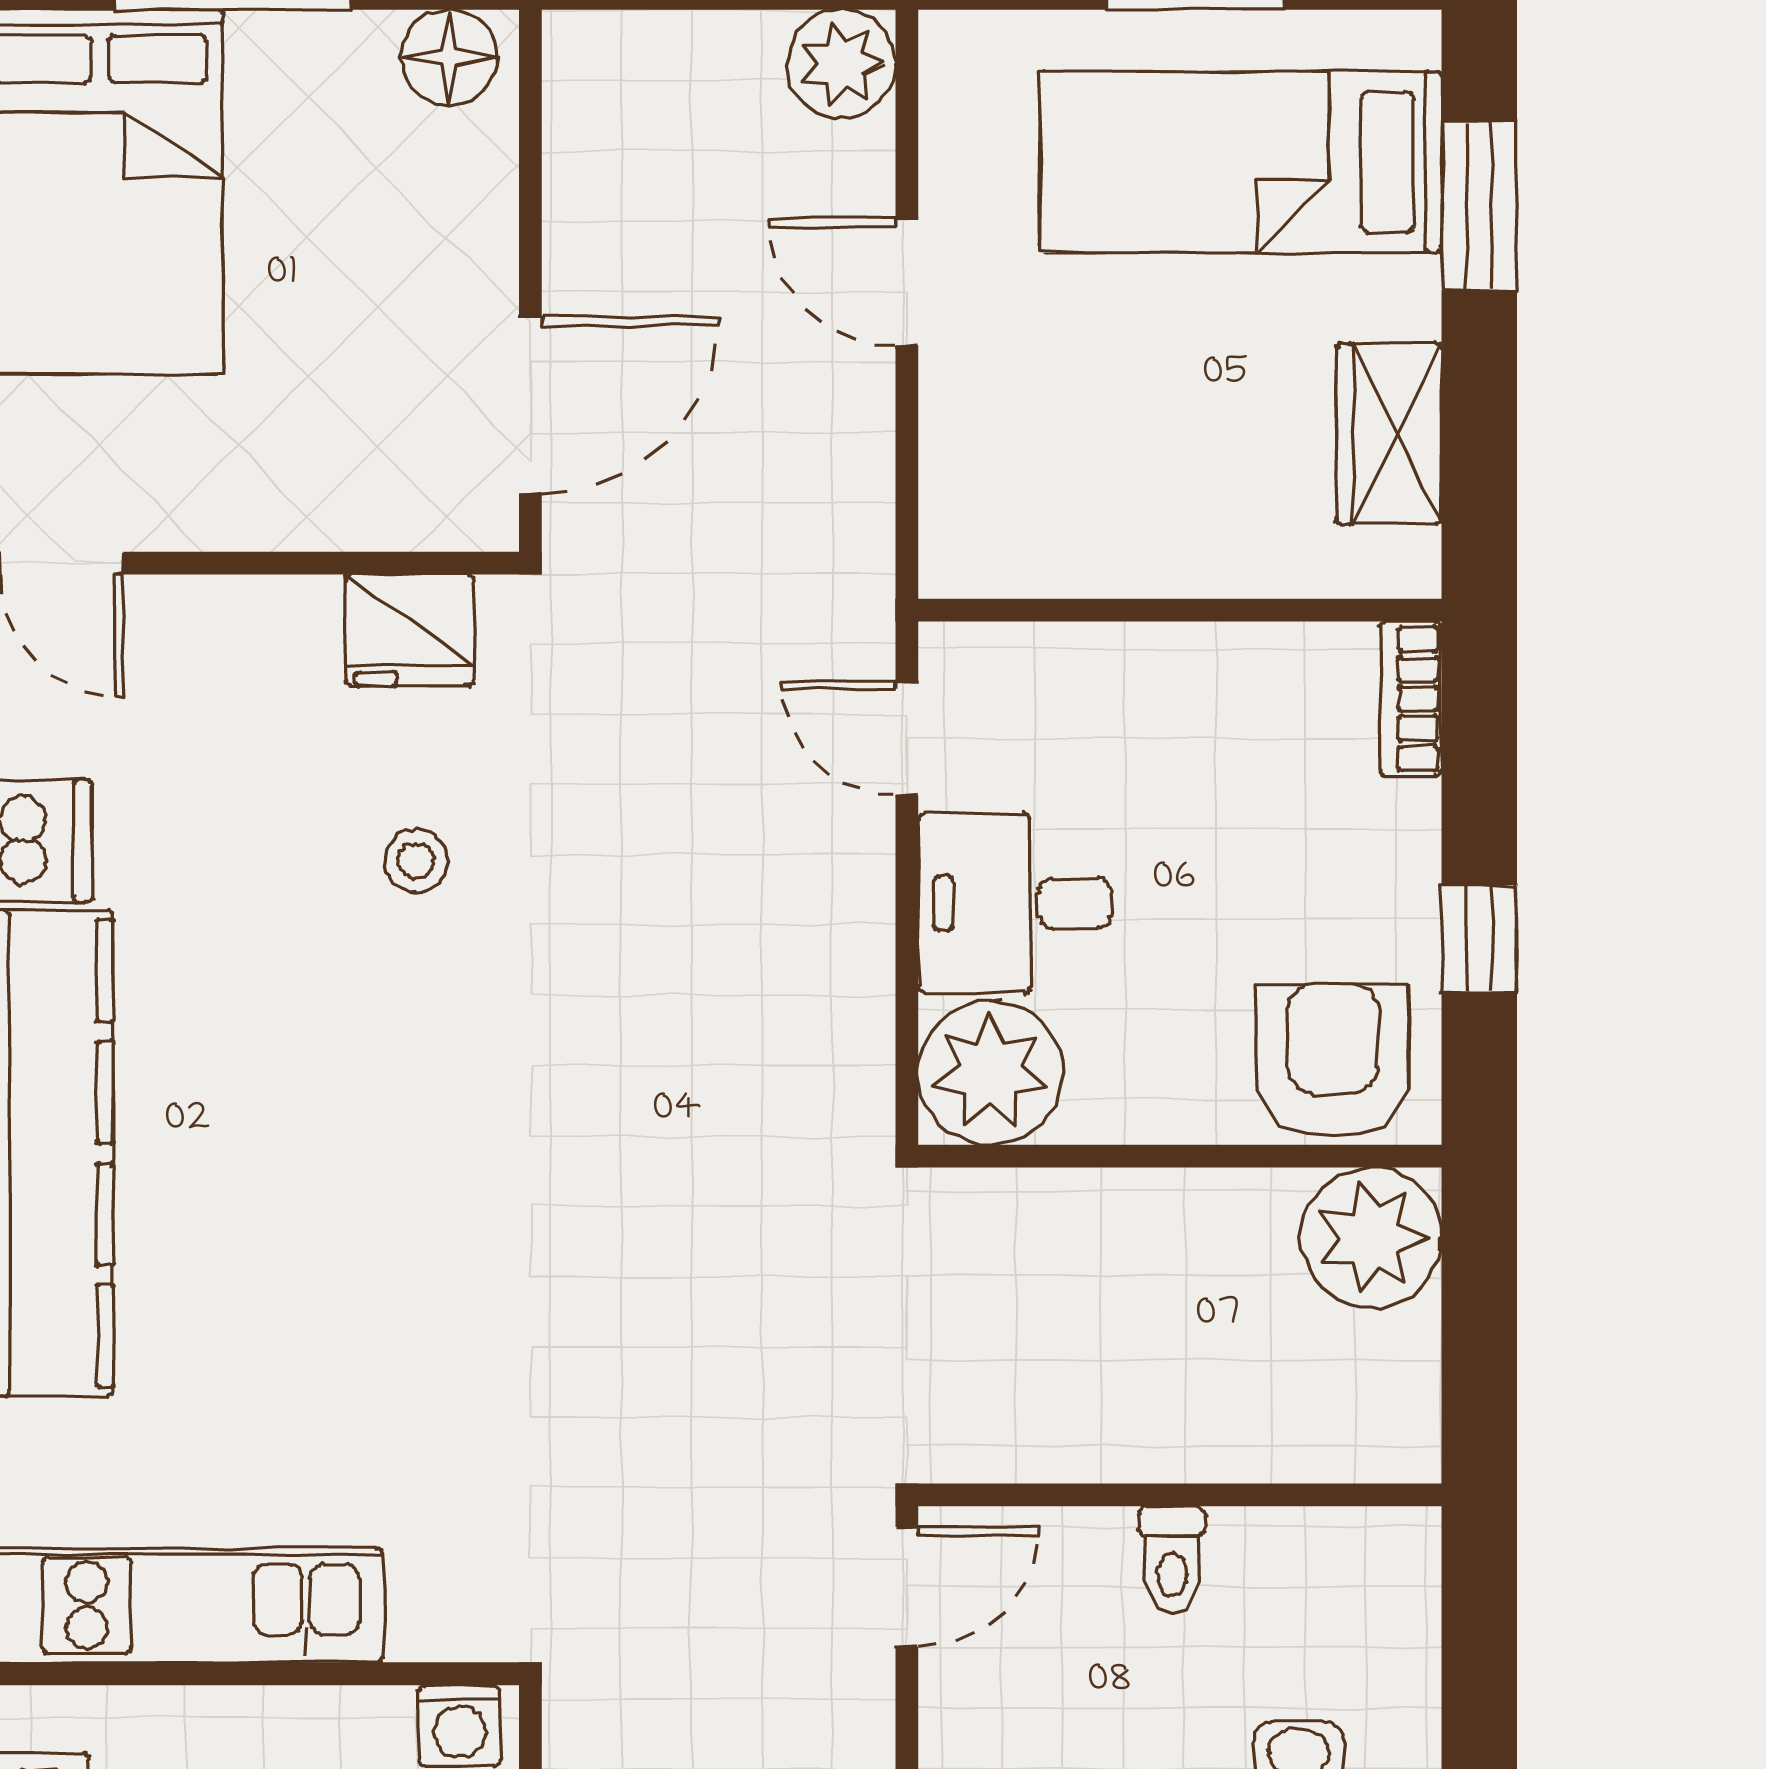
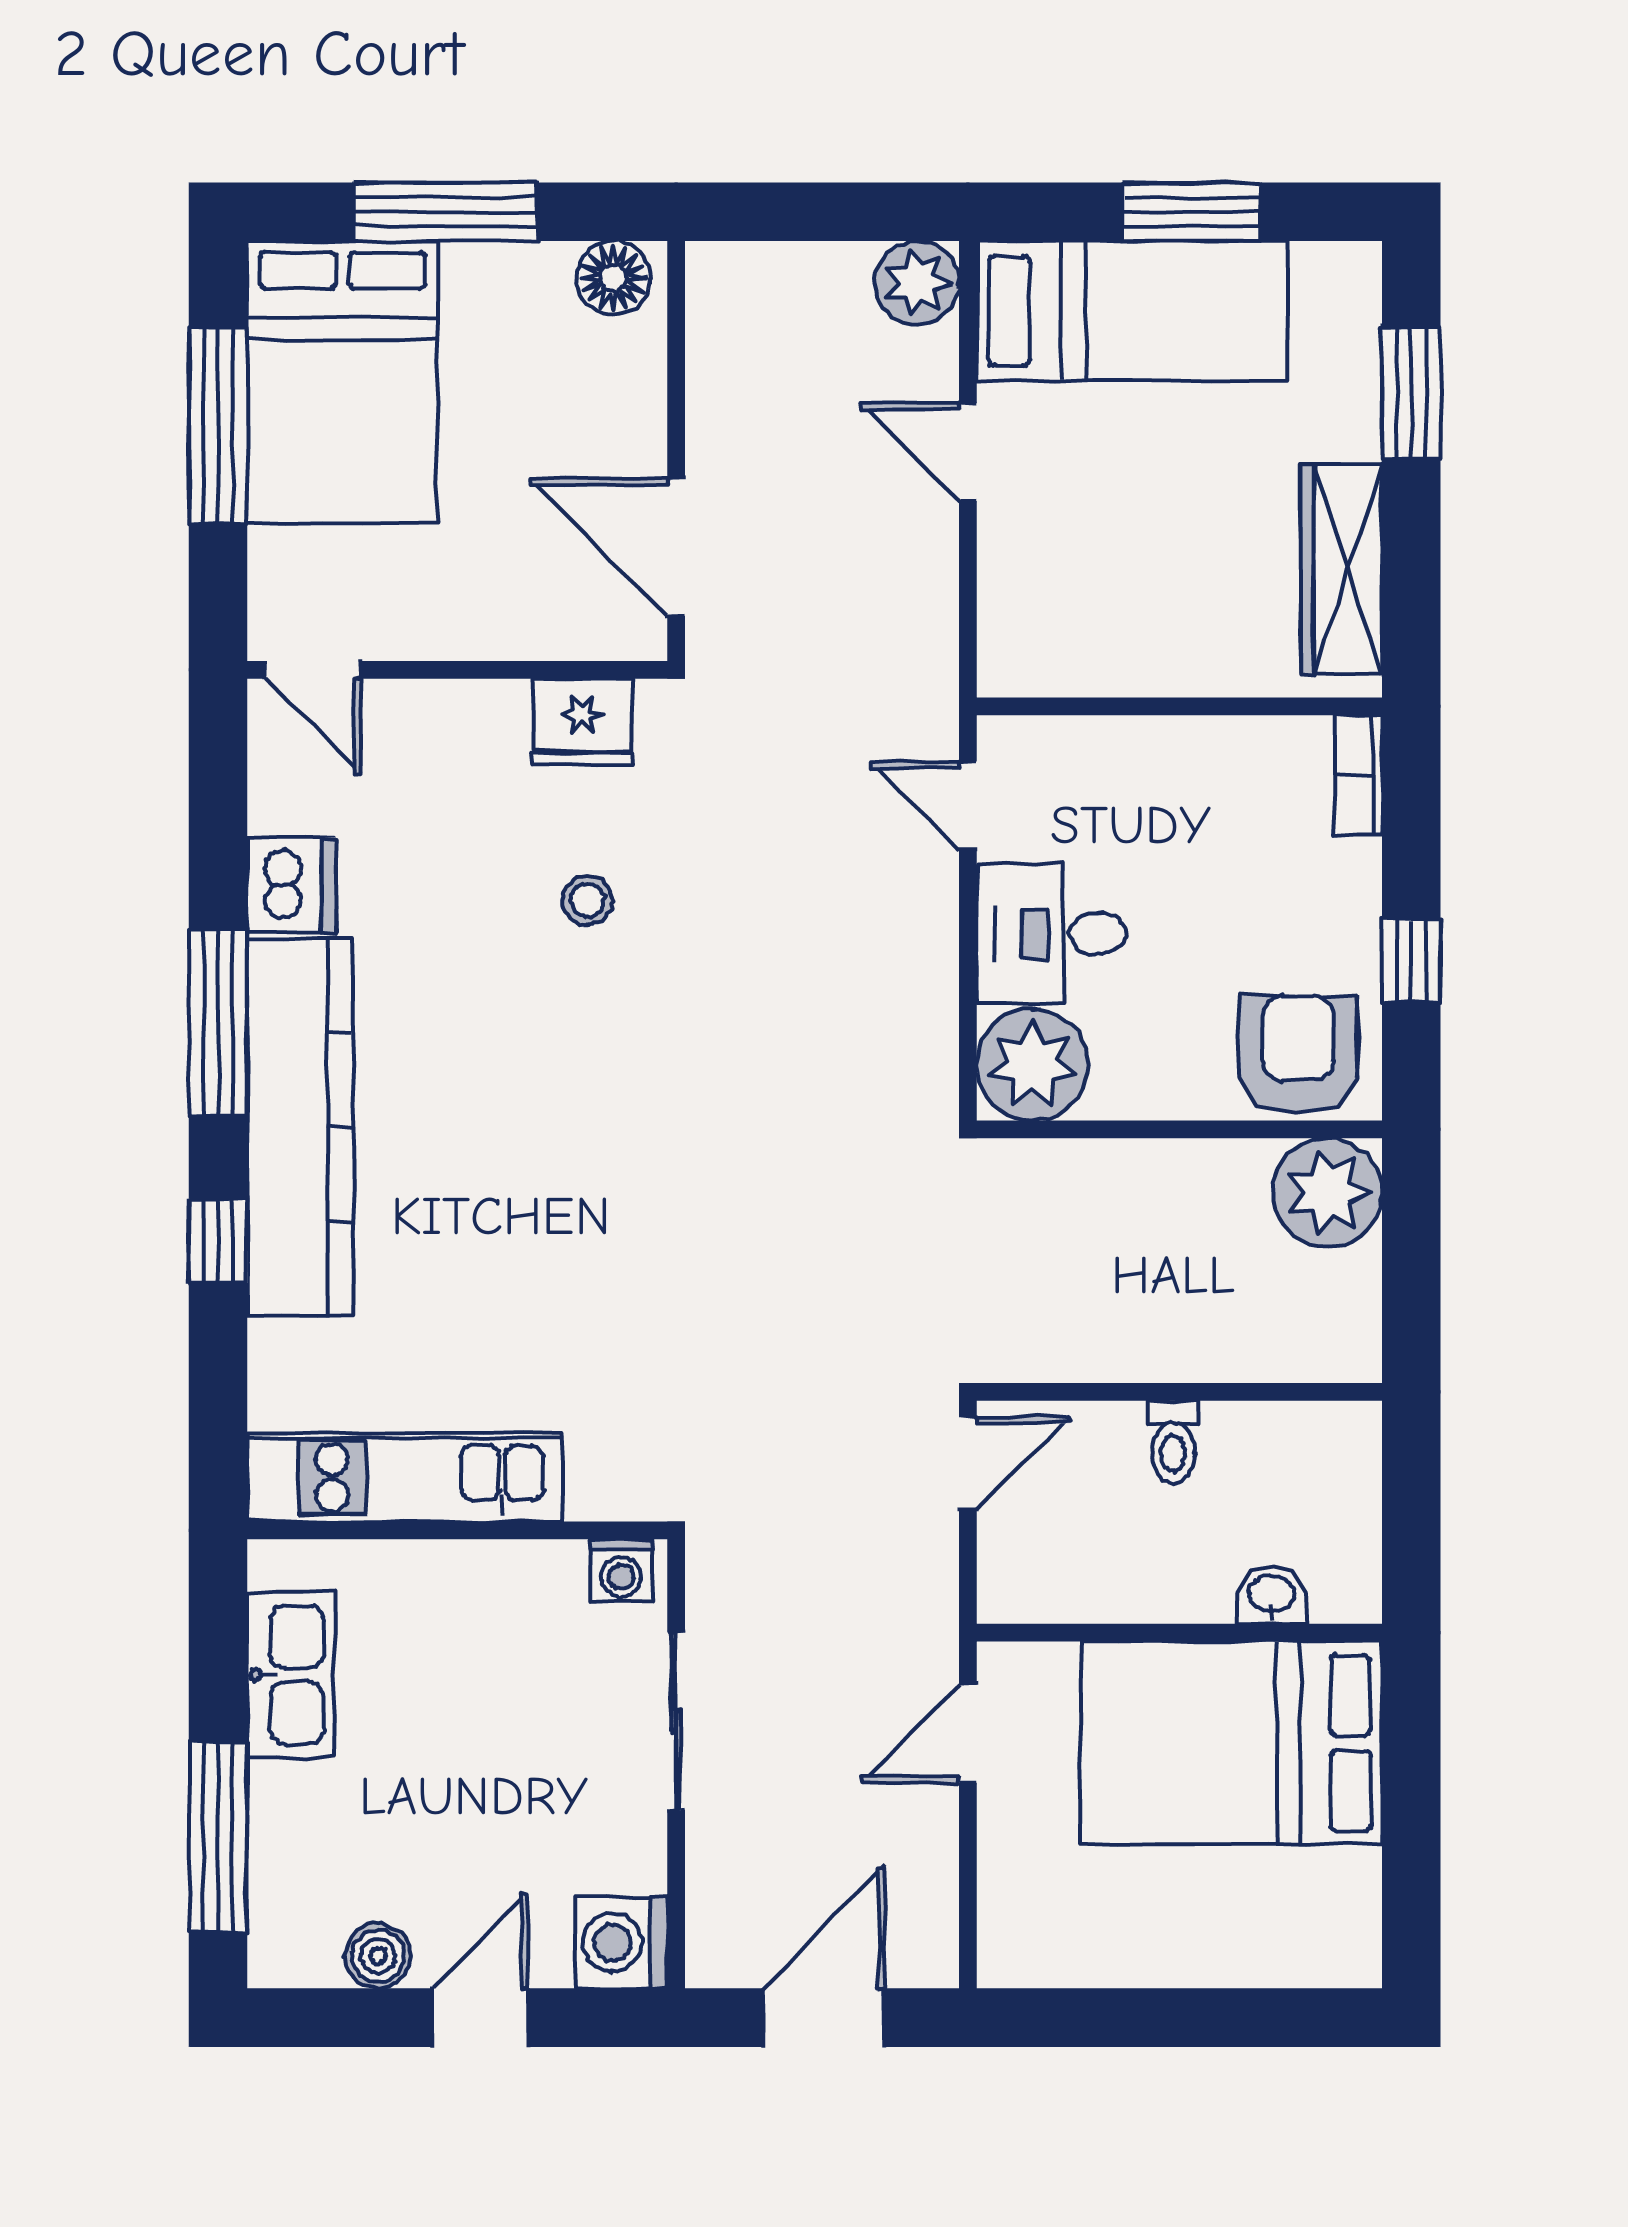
bed: (1241, 162) -> (1132, 311), moved, turned 180
door: (530, 405) -> (676, 547), swing flipped
wardrobe: (1389, 433) -> (1341, 569), width x1.50

